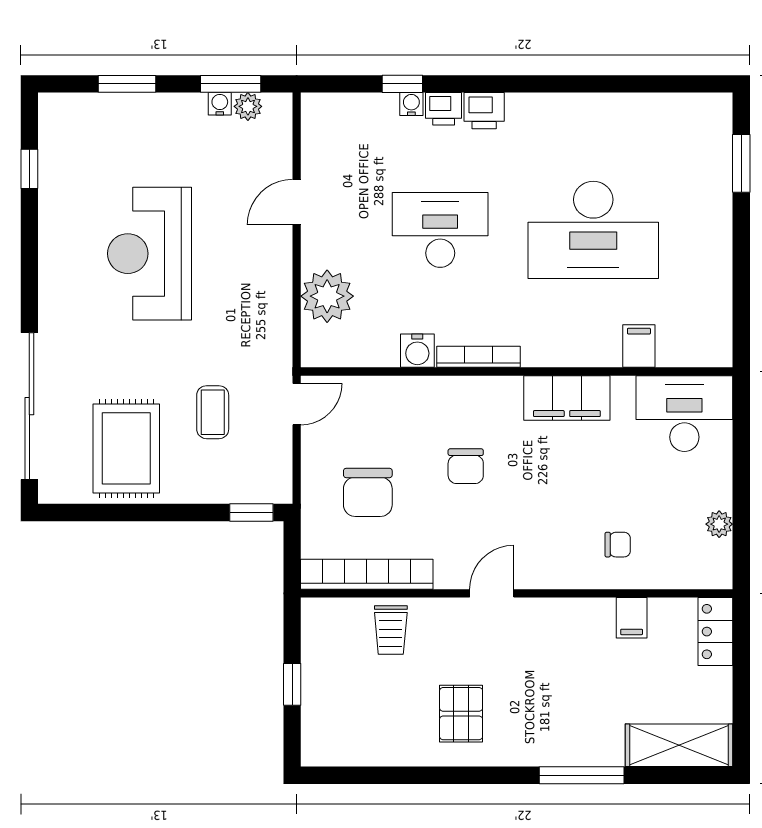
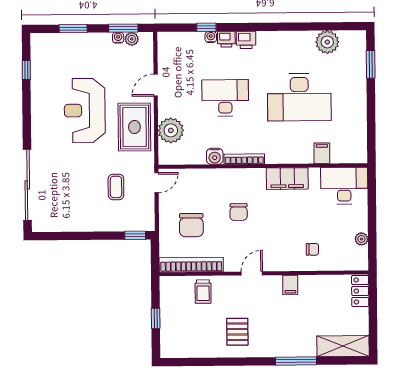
plant: (652, 116) -> (327, 42), added
rug: (126, 448) -> (134, 127), moved
filing cabinet: (632, 618) -> (290, 285), moved

